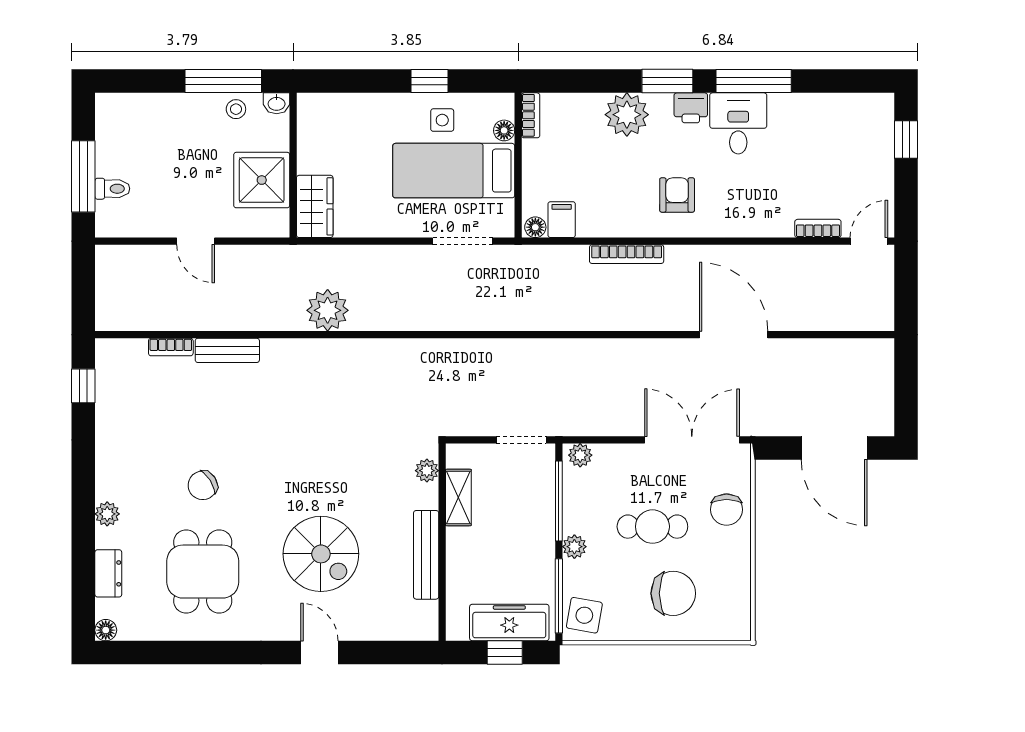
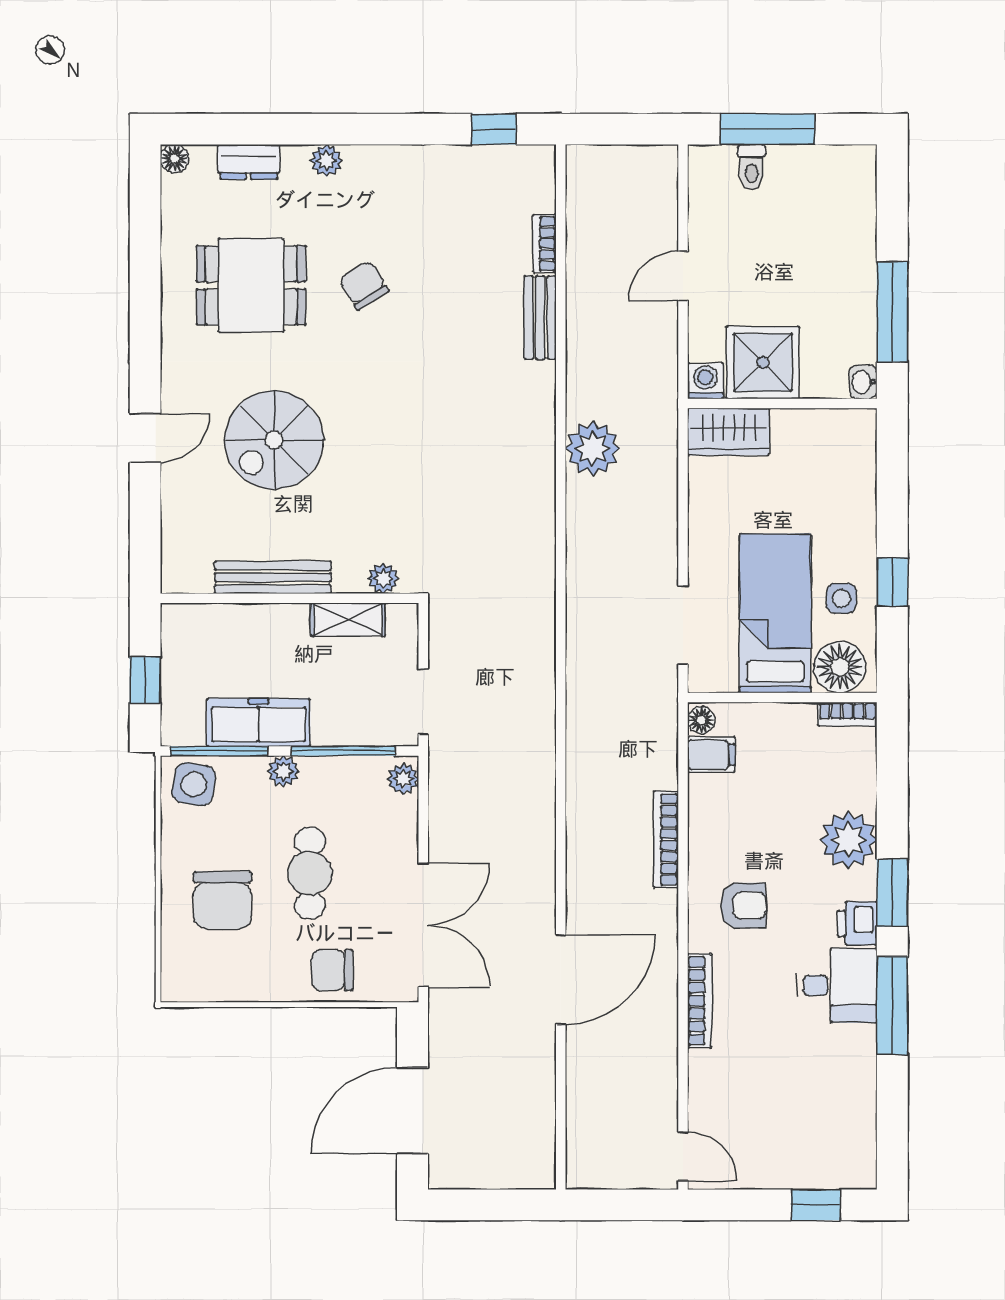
stool: (236, 109) -> (856, 329), removed
floor lamp: (504, 130) -> (840, 667), width x1.89, depth x1.89
washing machine: (276, 224) -> (705, 381), added
bookcase: (818, 228) -> (700, 1001), moved, width x1.56
freezer: (509, 622) -> (258, 722), moved, turned -90

